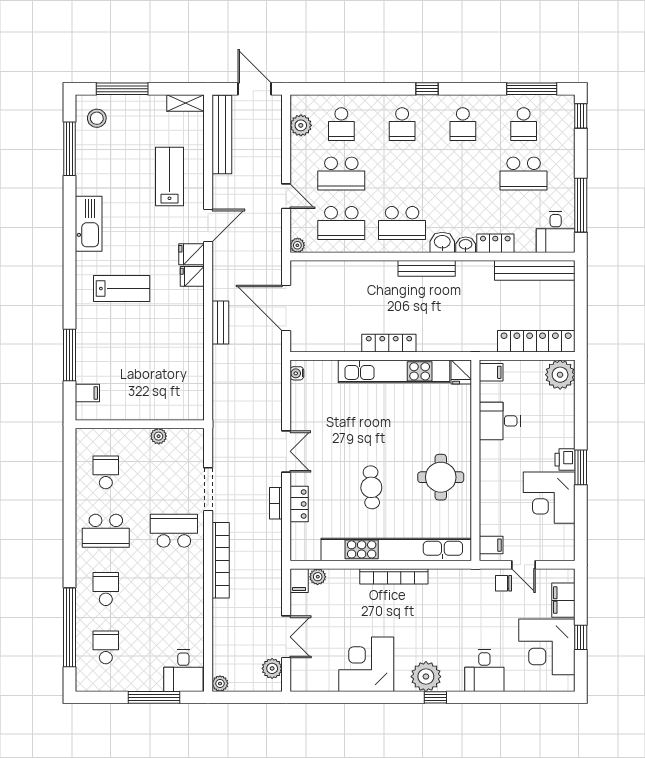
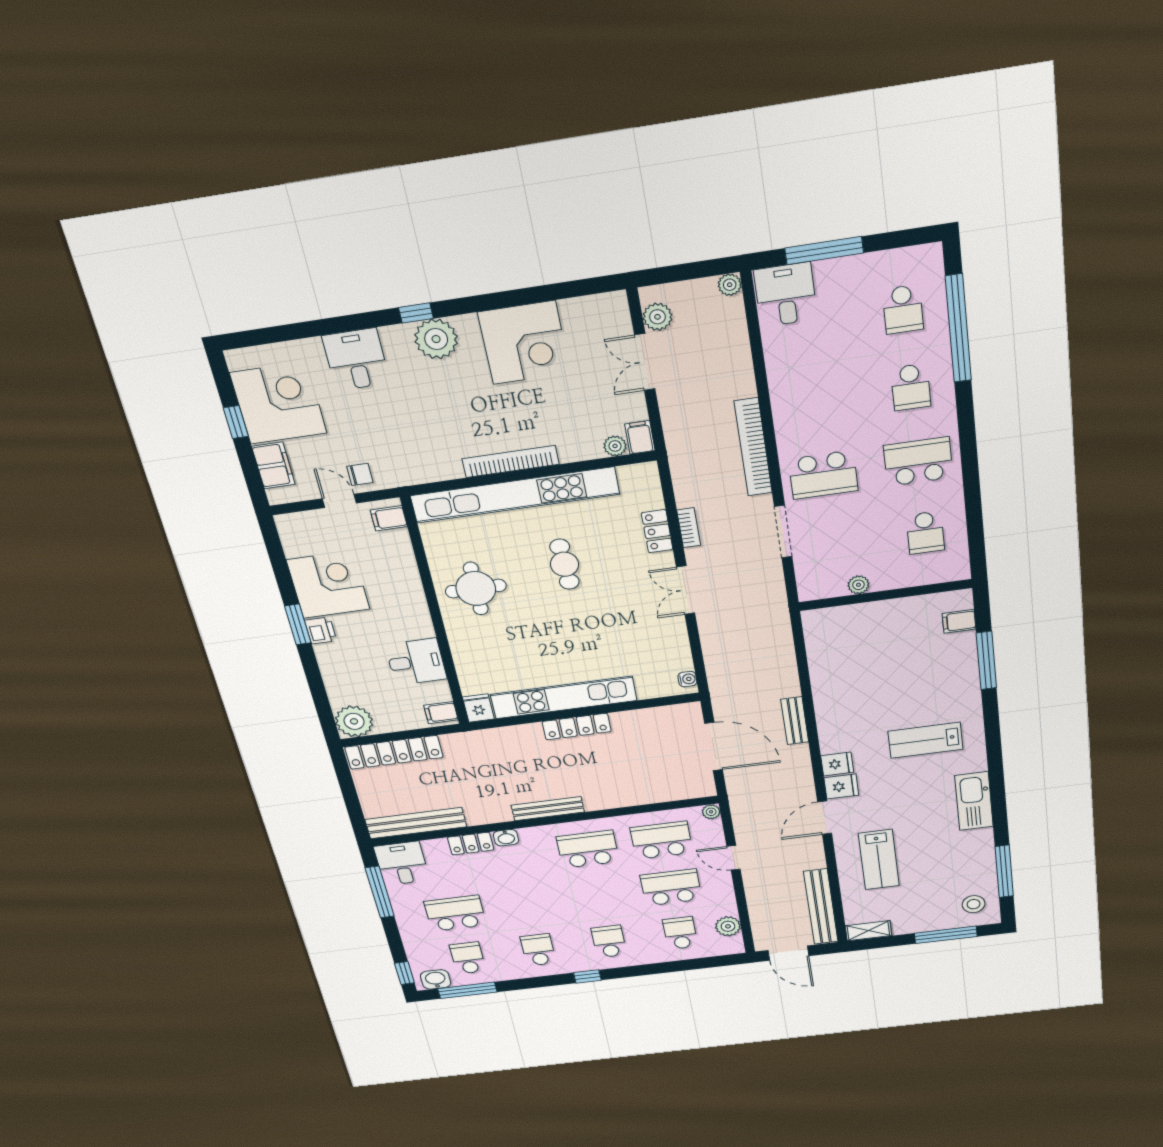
washbasin: (442, 242) -> (436, 979), moved, turned 180

